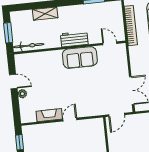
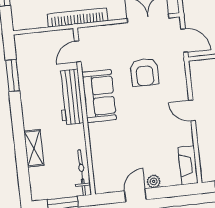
bookcase: (131, 26) -> (77, 17), moved
workbench: (74, 39) -> (71, 97), width x1.38
armchair: (96, 88) -> (145, 72), added
fireplace: (49, 115) -> (188, 165), moved

